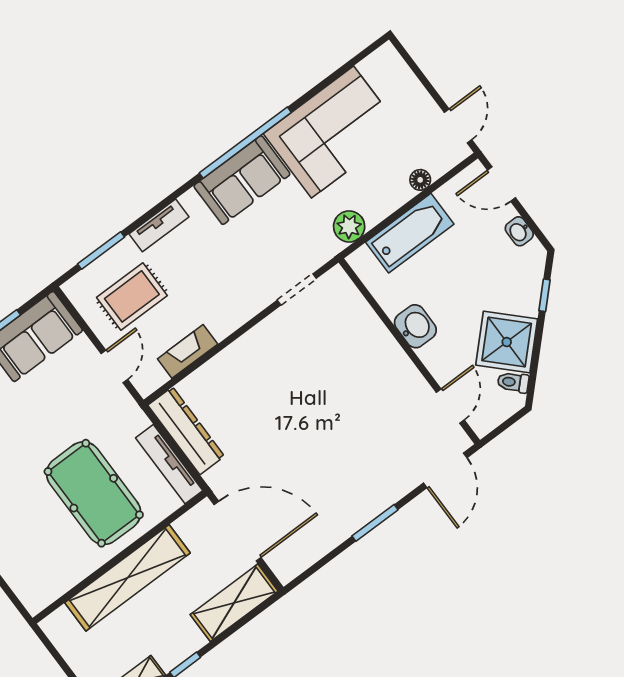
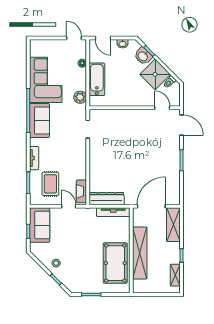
door: (501, 184) -> (103, 38), hinge flipped
washbasin: (415, 326) -> (143, 56), moved, turned -135
fireplace: (188, 351) -> (81, 191), moved
pool table: (94, 493) -> (115, 263), moved, turned 90

